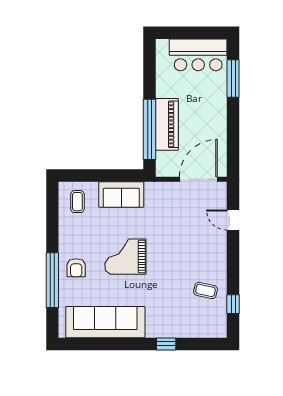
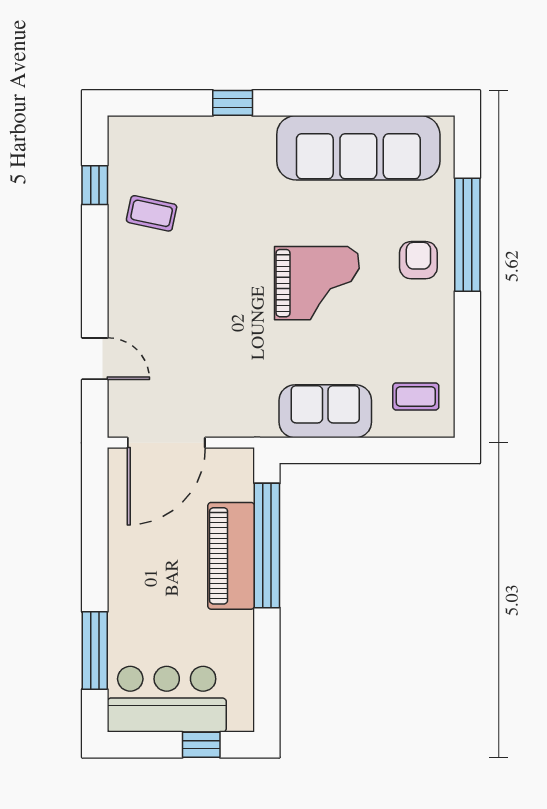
window: (181, 33) -> (201, 745), added
coffee table: (77, 202) -> (416, 396), turned 90

